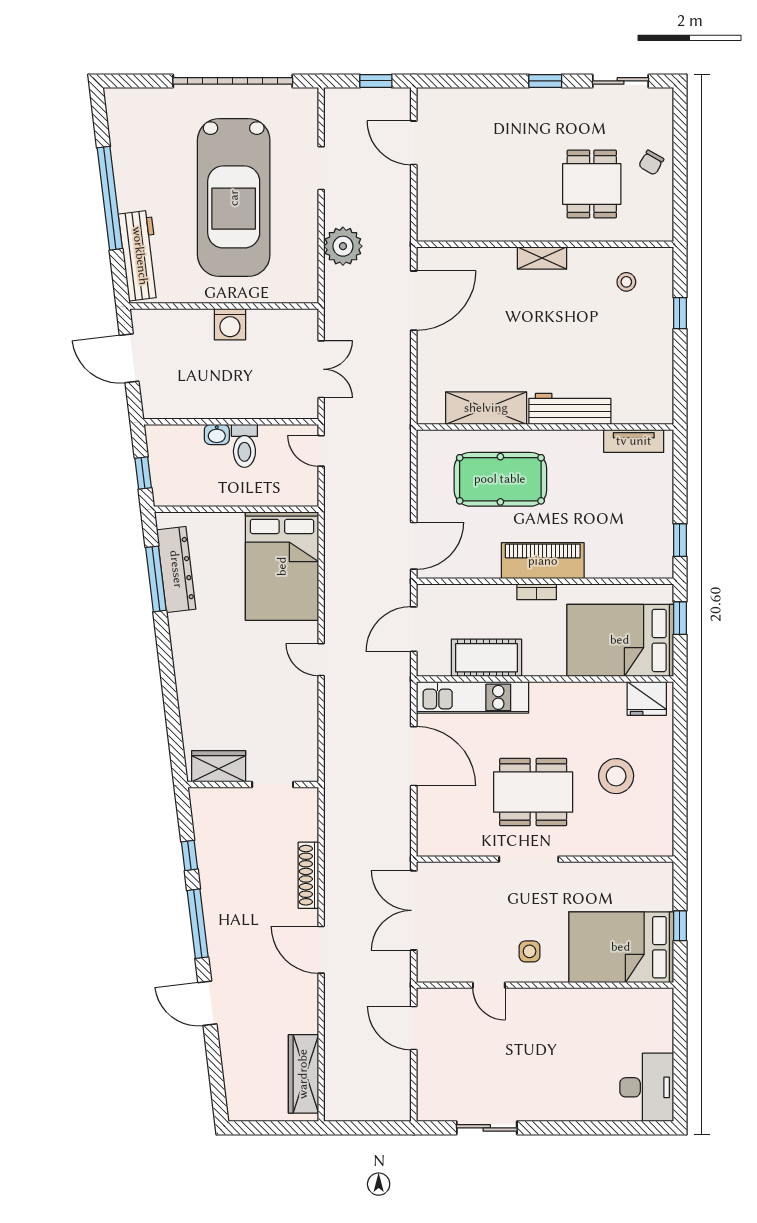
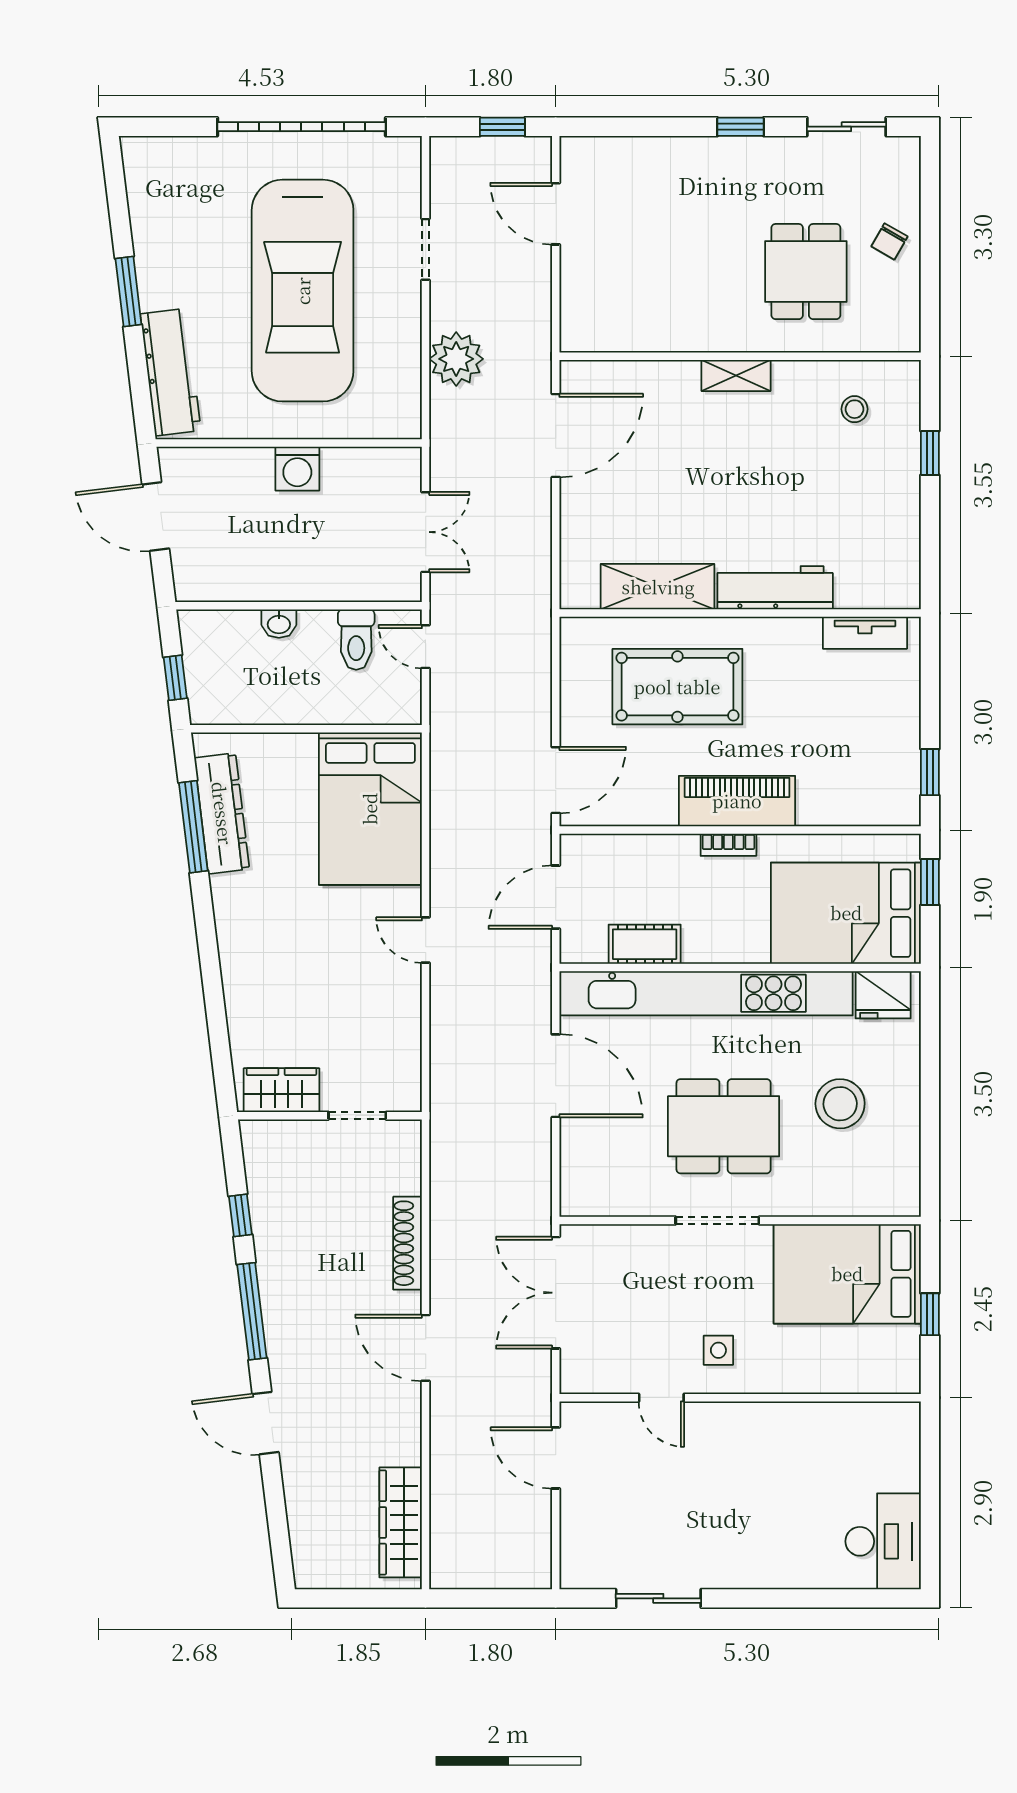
window: (110, 198) -> (128, 292), width x0.47
toilet: (244, 446) -> (356, 640), moved
cot: (486, 658) -> (645, 944), width x0.73, depth x0.75
kitchen unit: (472, 697) -> (706, 993), width x1.86
bed: (621, 947) -> (847, 1274), moved

